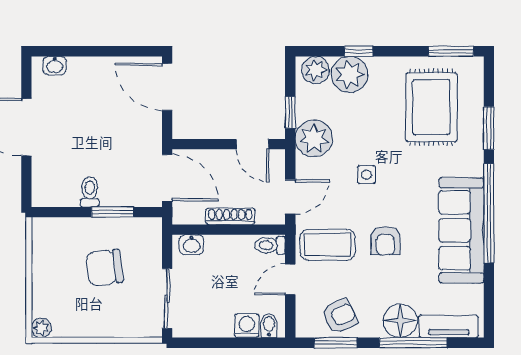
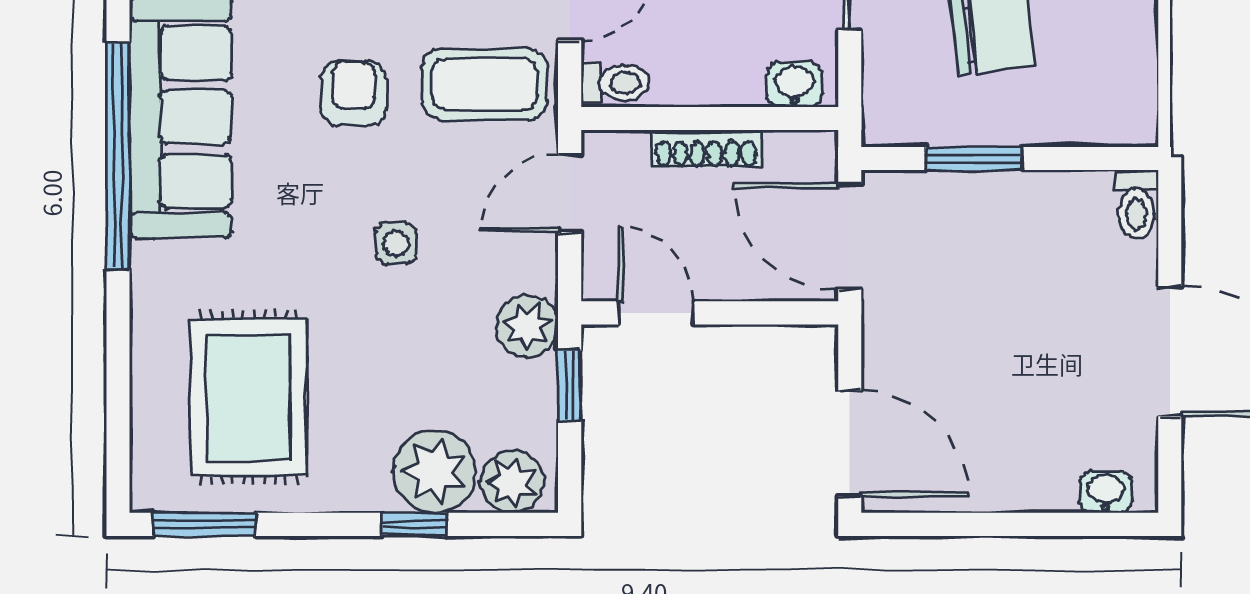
window: (489, 128) -> (118, 349), removed
plant: (314, 138) -> (527, 326), width x0.73, depth x0.73
toilet: (90, 192) -> (1136, 204), moved

